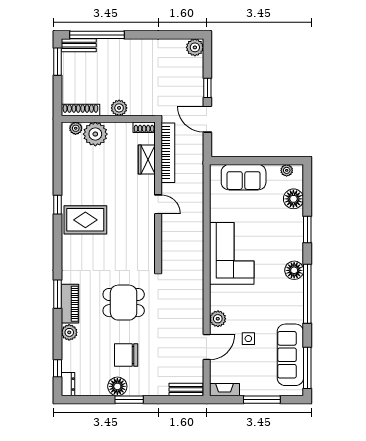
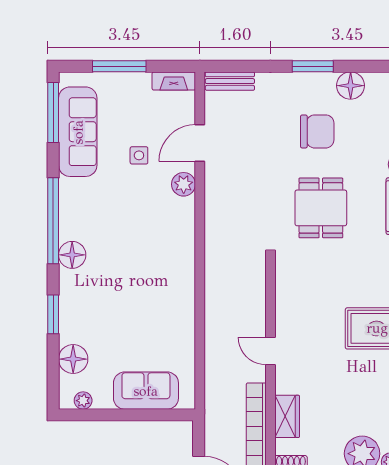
corner sofa: (232, 253) -> (163, 279), removed
dining table: (124, 303) -> (321, 208), turned 90
floor lamp: (117, 386) -> (351, 86), moved

